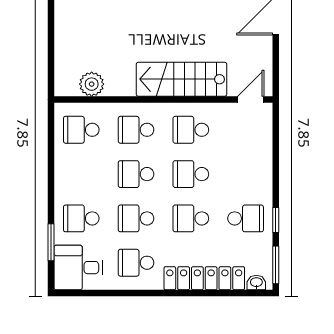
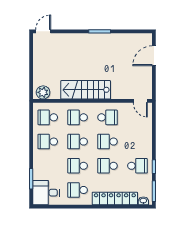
stairs: (182, 79) -> (86, 90), moved
plant: (92, 84) -> (43, 92), moved
door: (251, 99) -> (140, 101), swing flipped
school desk: (191, 130) -> (108, 117), turned 180
school desk: (81, 218) -> (48, 142), moved

